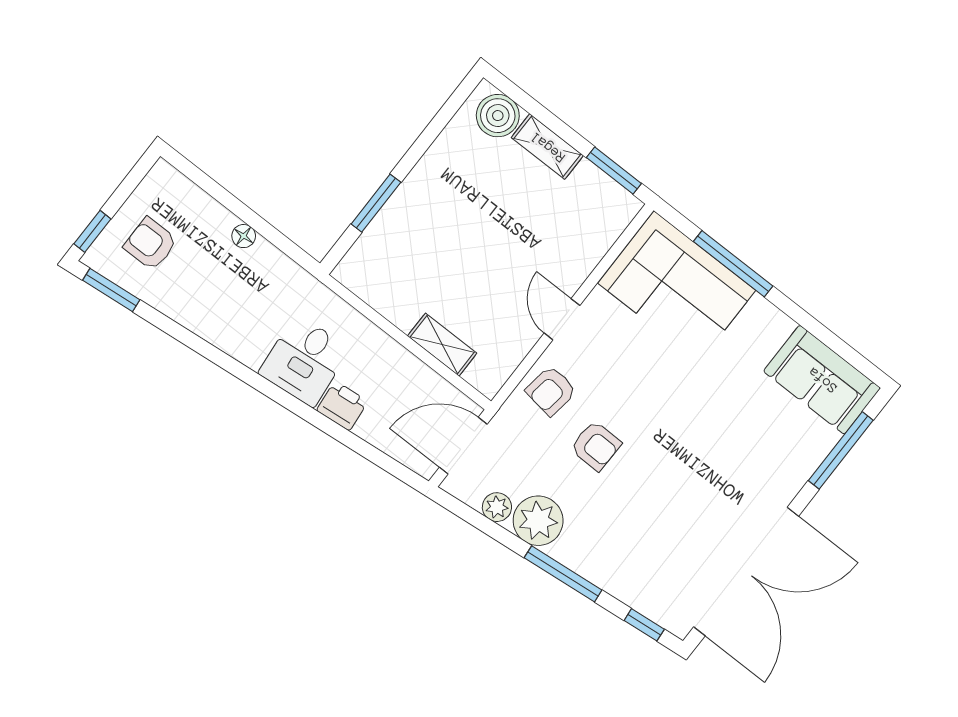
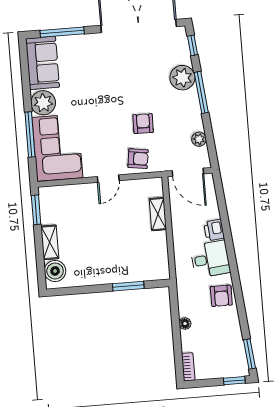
bookcase: (175, 182) -> (188, 367), added
armchair: (150, 244) -> (221, 296), moved
plant: (762, 326) -> (43, 103), added
plant: (538, 521) -> (182, 78), moved

